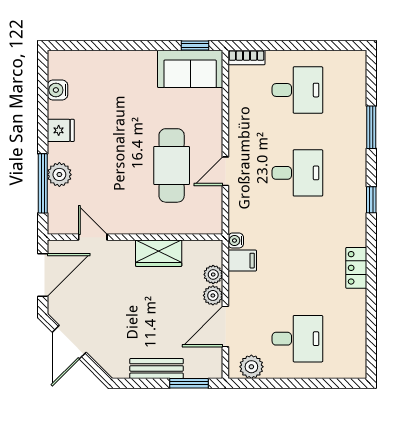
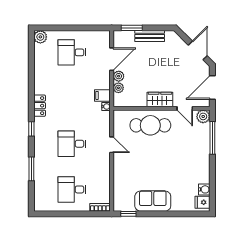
sofa: (190, 69) -> (153, 201), moved
fridge: (61, 130) -> (202, 202), moved
cafe table: (172, 165) -> (150, 125), moved, turned 90
door: (225, 171) -> (112, 145), hinge flipped
plant: (59, 175) -> (203, 116), moved
wardrobe: (159, 253) -> (160, 99), moved
locker: (356, 268) -> (40, 106), moved
plant: (251, 367) -> (40, 37), moved

